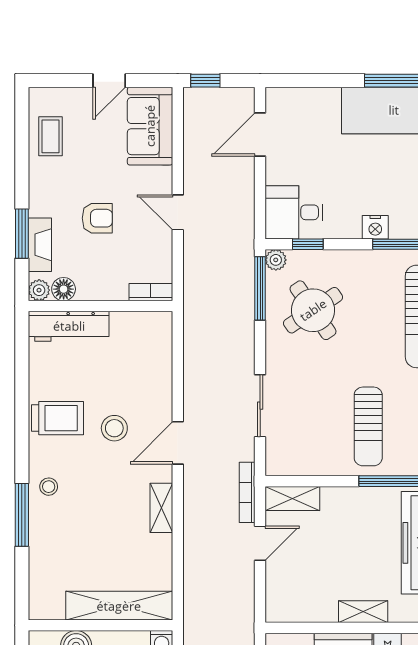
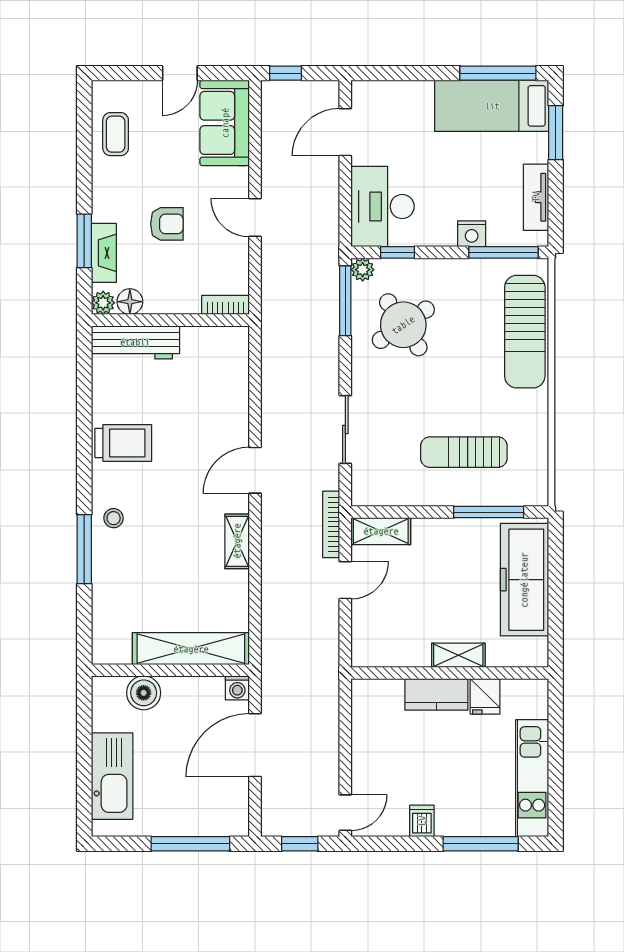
desk: (294, 212) -> (383, 207), width x1.37
sun lounger: (368, 426) -> (464, 452), turned 90
stool: (114, 428) -> (186, 454), removed

